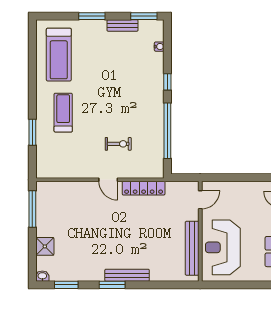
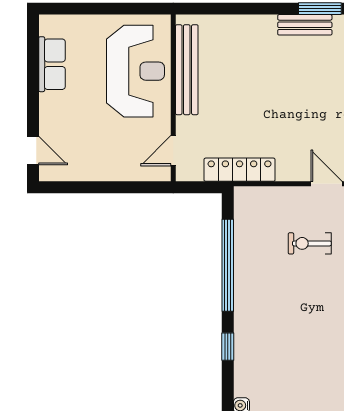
locker: (144, 188) -> (240, 170), moved
bench: (127, 275) -> (305, 25), width x0.73

